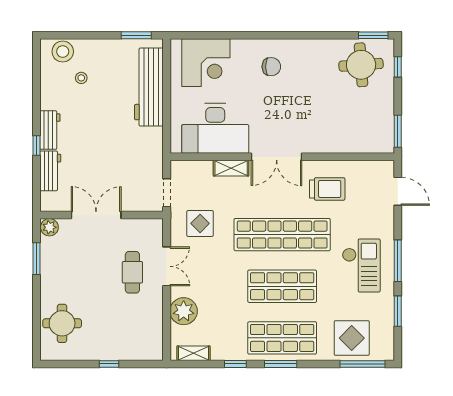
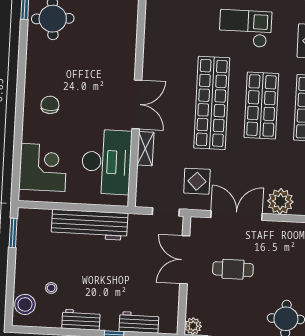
workbench: (149, 87) -> (90, 225), moved
workbench: (50, 130) -> (81, 320), moved
trolley: (327, 189) -> (170, 57), removed
double door: (96, 215) -> (185, 260), moved
double door: (167, 266) -> (237, 216), width x1.37
cafe table: (132, 272) -> (233, 269), moved

